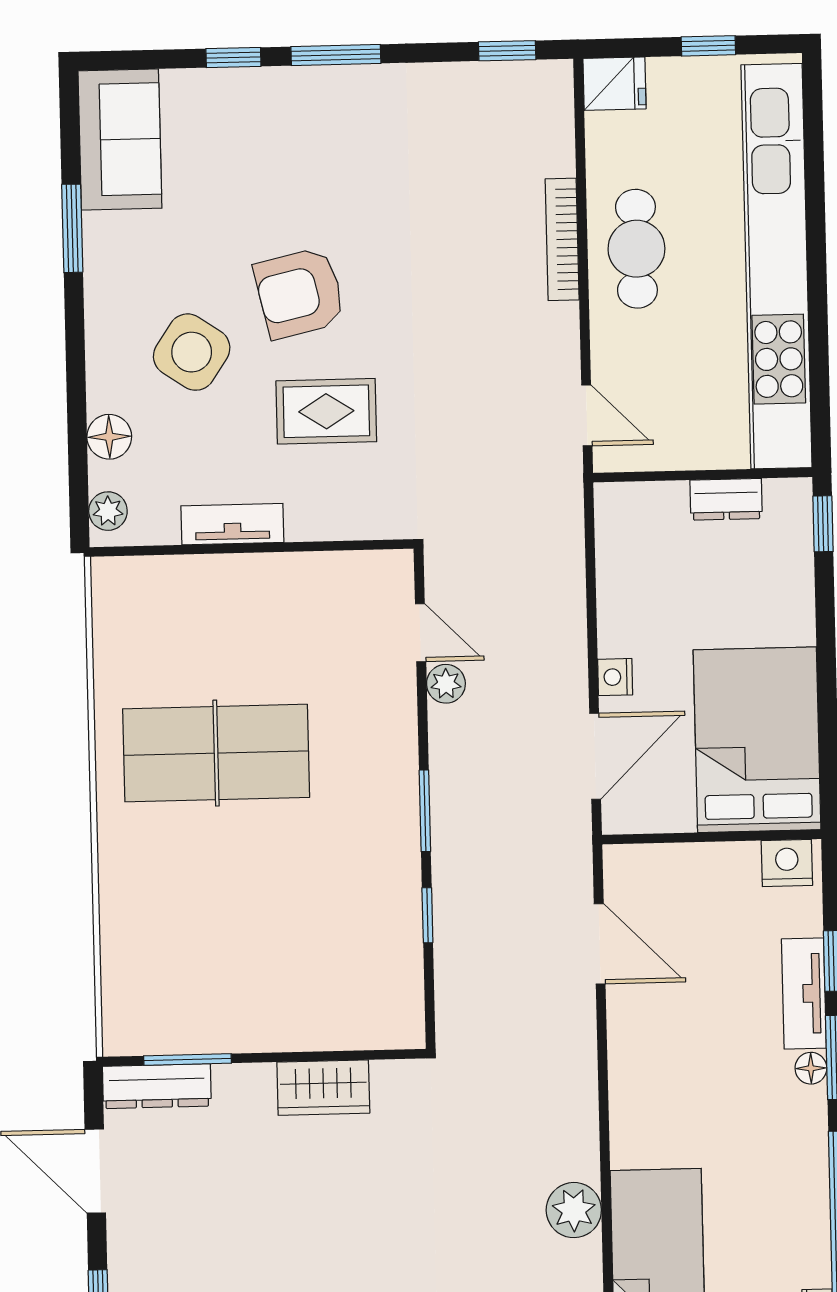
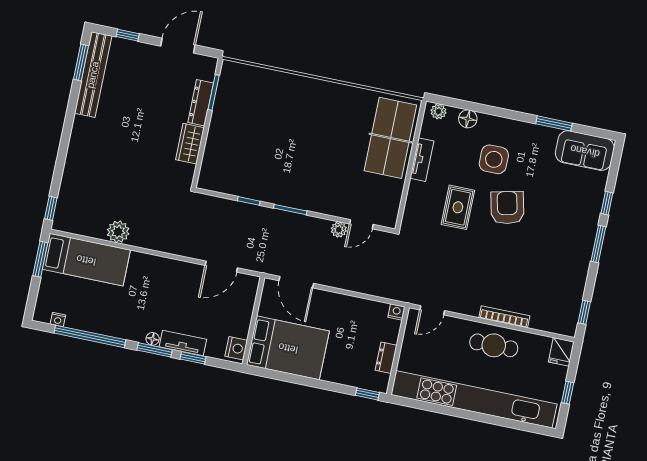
side table: (192, 352) -> (494, 159), turned -34
nightstand: (615, 677) -> (396, 312), moved
table tennis table: (216, 753) -> (390, 138), moved
dresser: (157, 1086) -> (201, 103), moved

